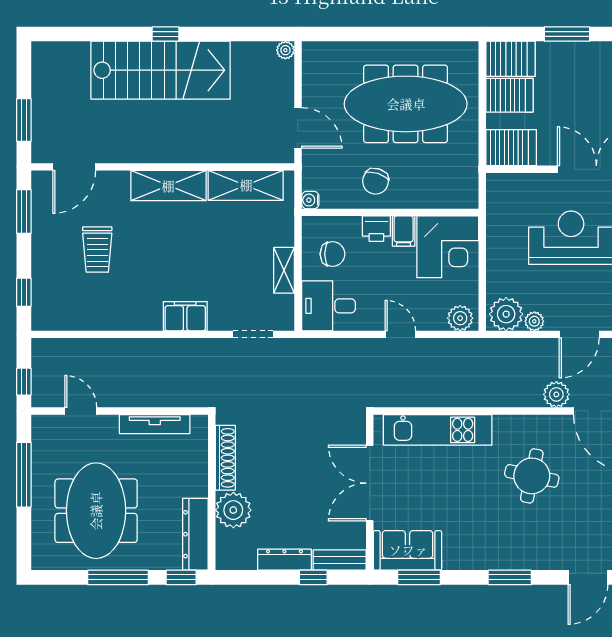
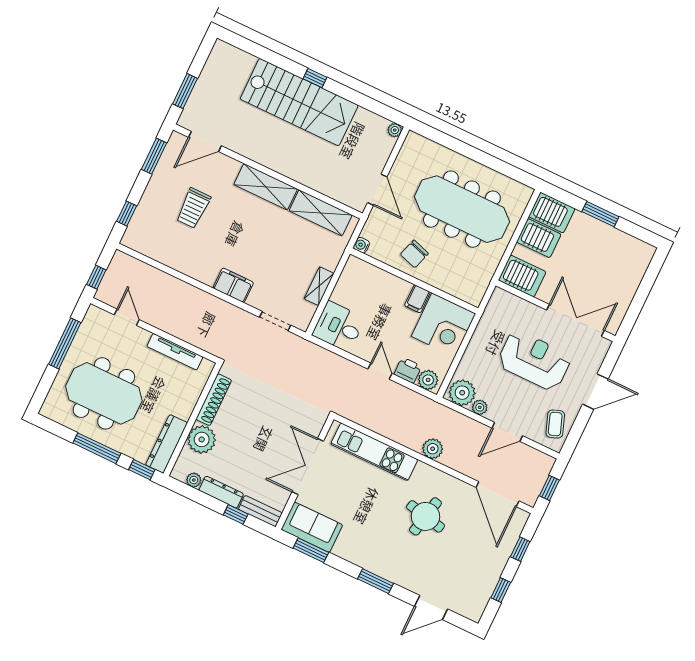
printer: (376, 229) -> (408, 370), moved, turned 180
chair: (333, 254) -> (359, 291), removed
plant: (556, 394) -> (433, 449), moved
meeting table: (96, 511) -> (104, 393), turned 90
plant: (246, 561) -> (194, 480), added

